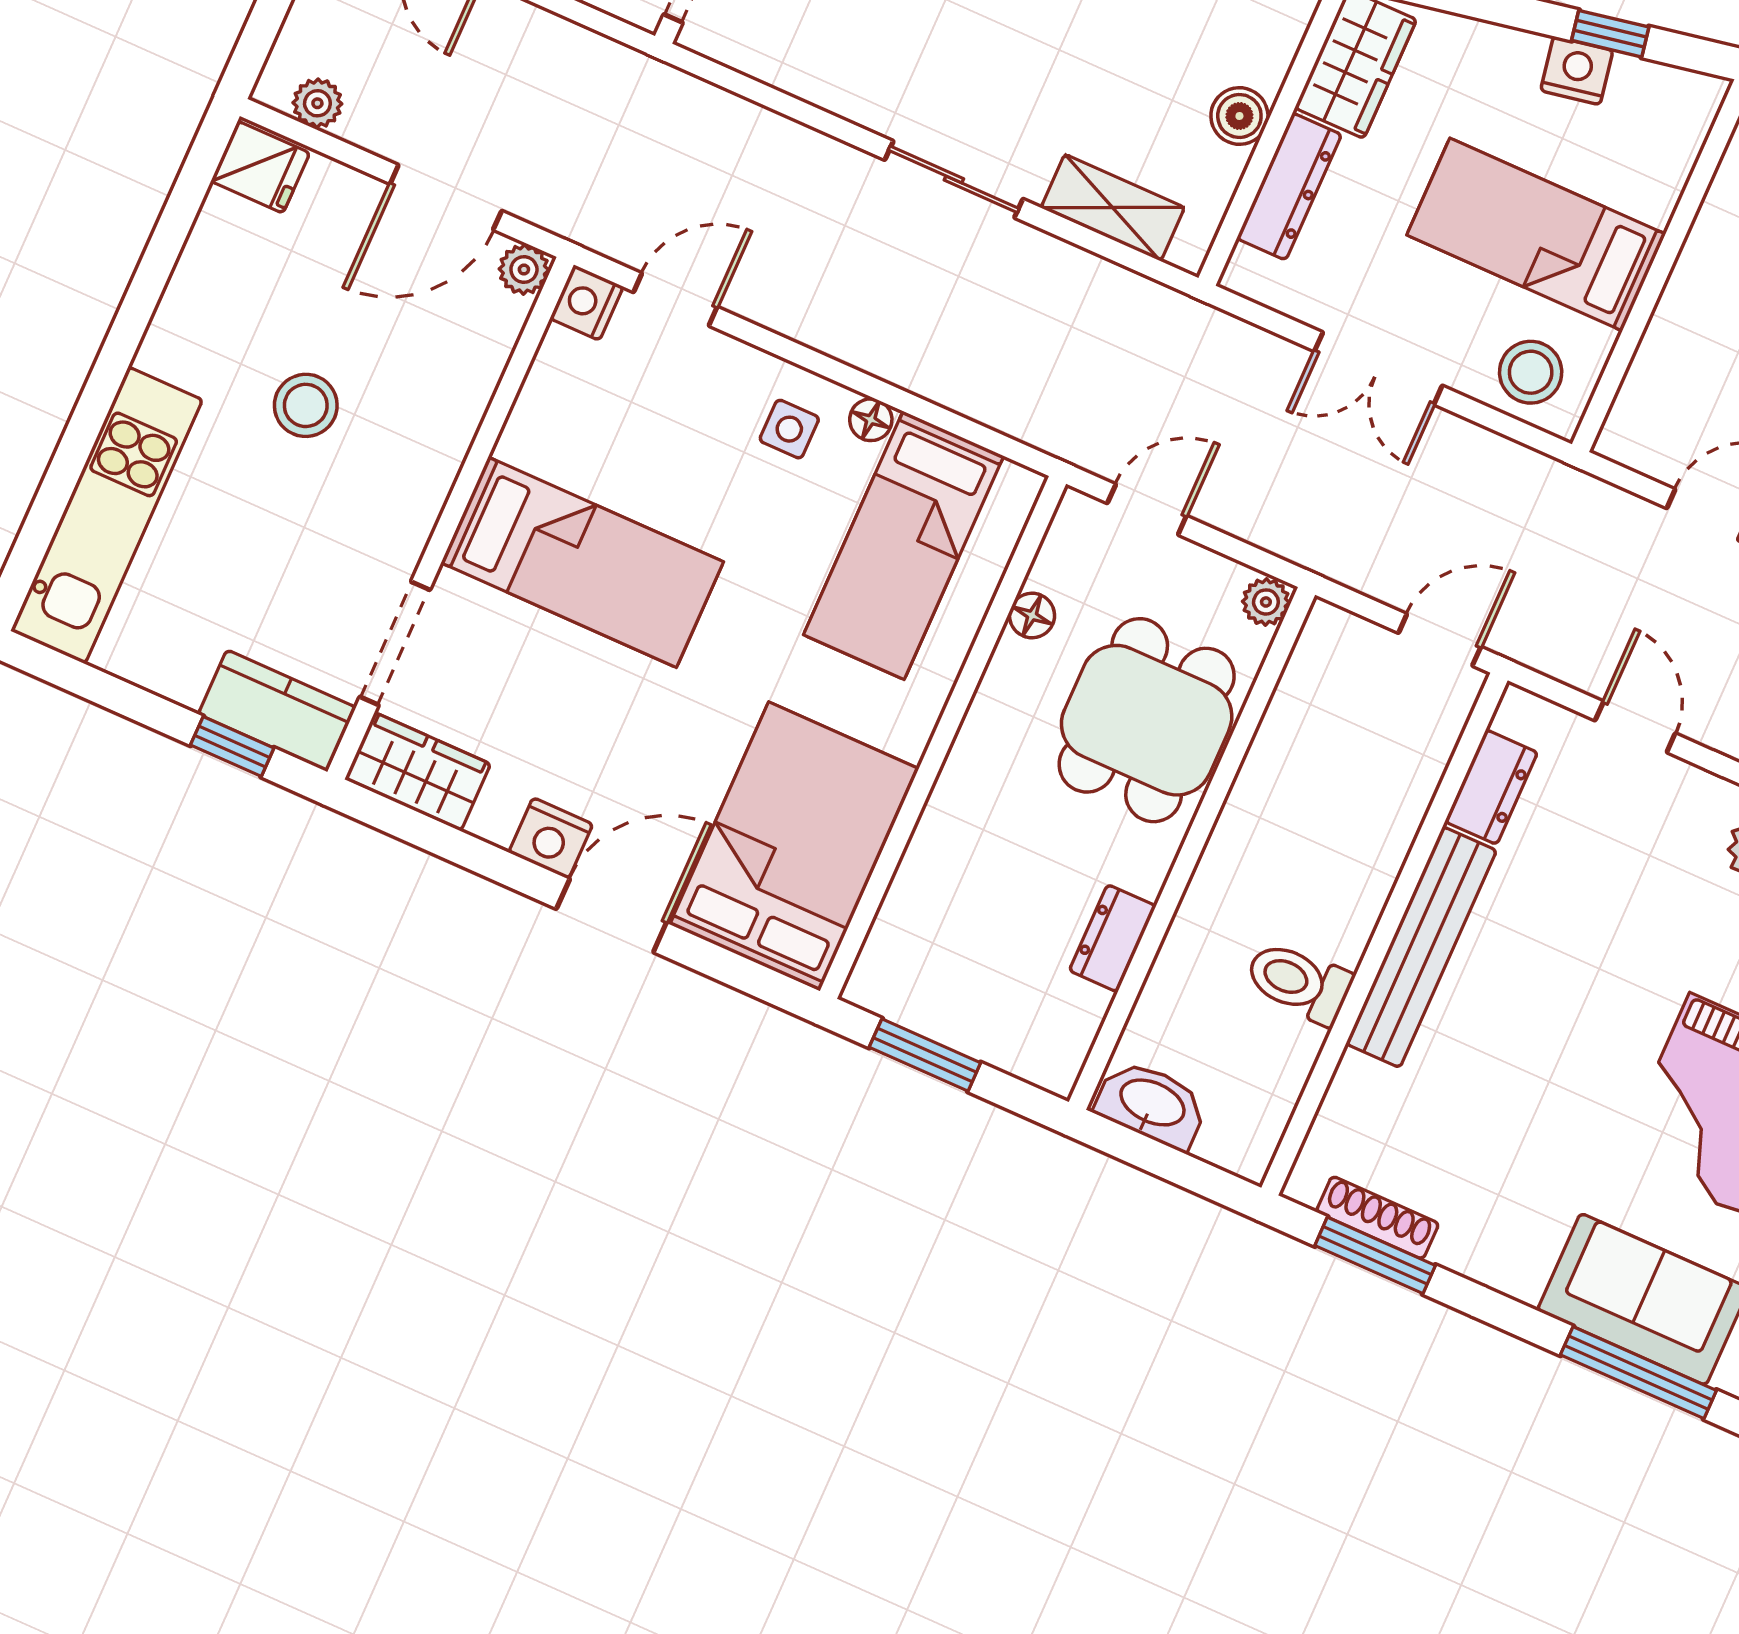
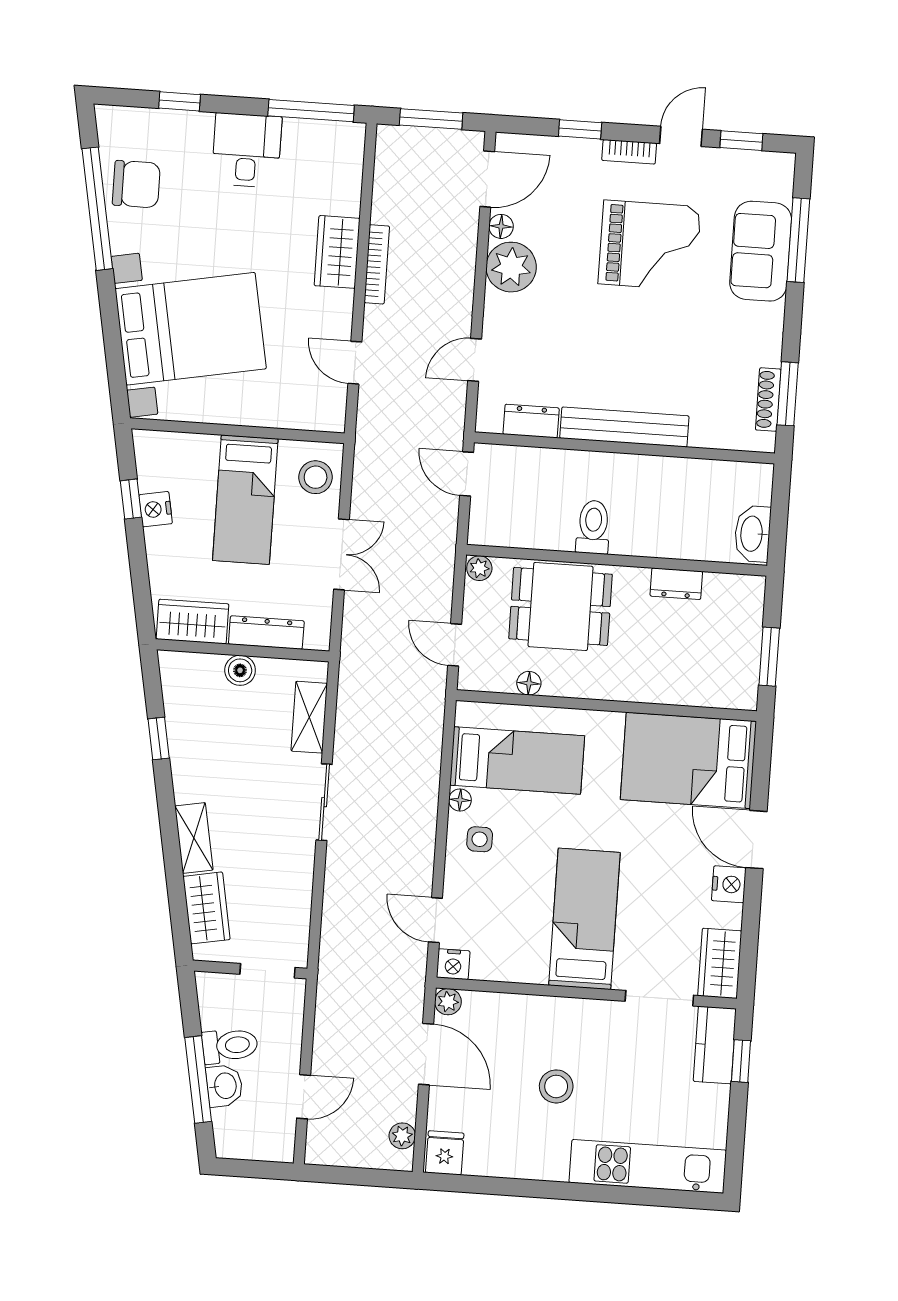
toilet: (1299, 982) -> (593, 527), moved, turned 180

